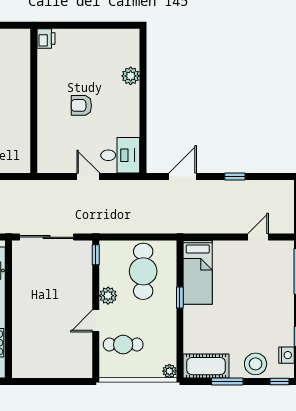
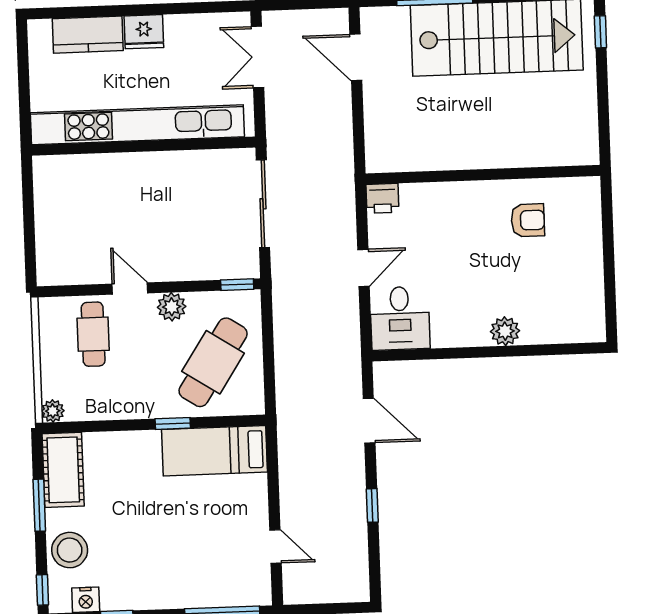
printer: (46, 39) -> (382, 198), moved
plant: (131, 76) -> (505, 331), moved
armchair: (81, 105) -> (528, 220), moved, turned 90
cafe table: (143, 271) -> (213, 362), turned -57

